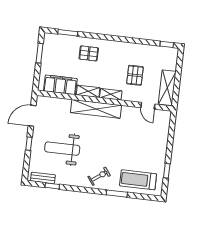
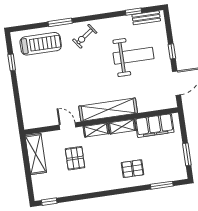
door: (148, 106) -> (67, 126), moved

